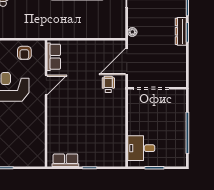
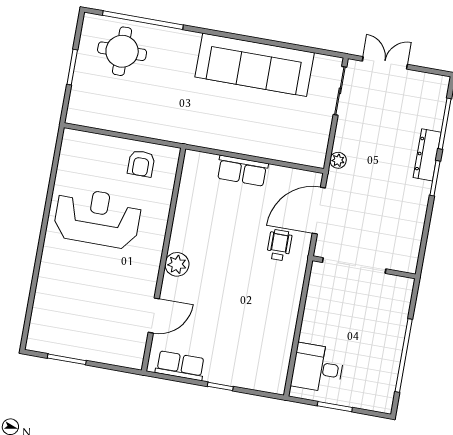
dresser: (181, 31) -> (427, 155), moved
row of seats: (54, 57) -> (242, 171), moved, turned 90
door: (46, 85) -> (154, 315), moved
plant: (54, 105) -> (177, 264), added

